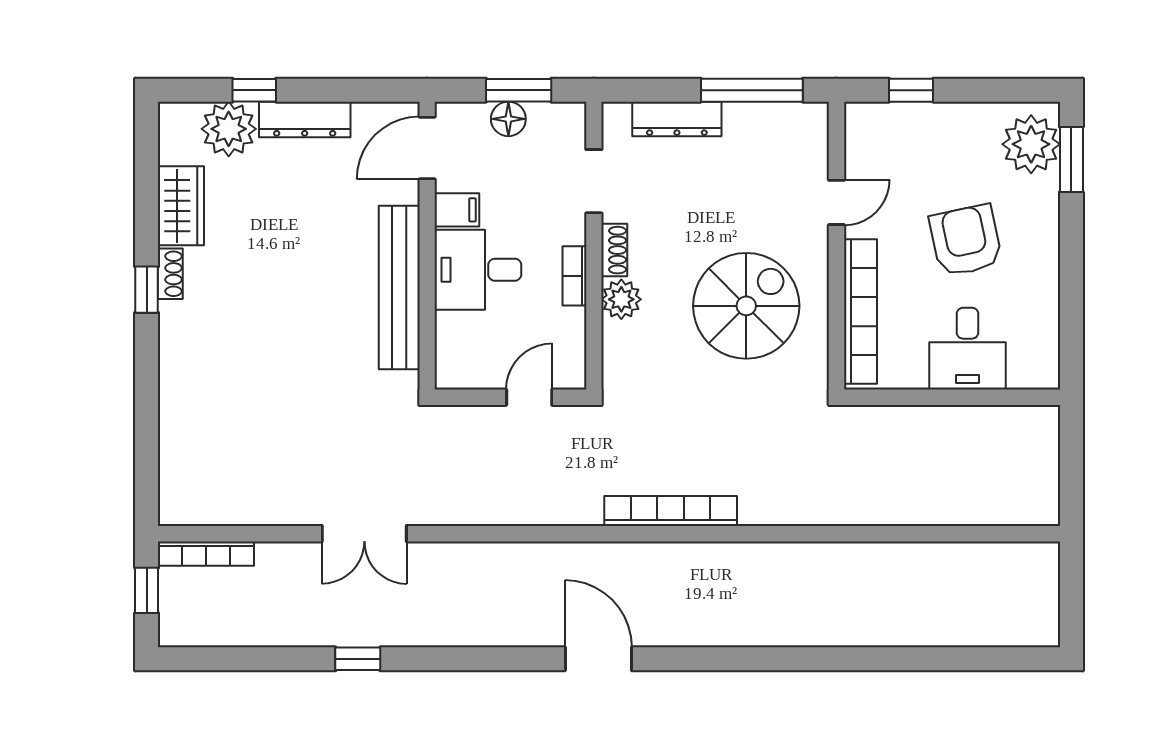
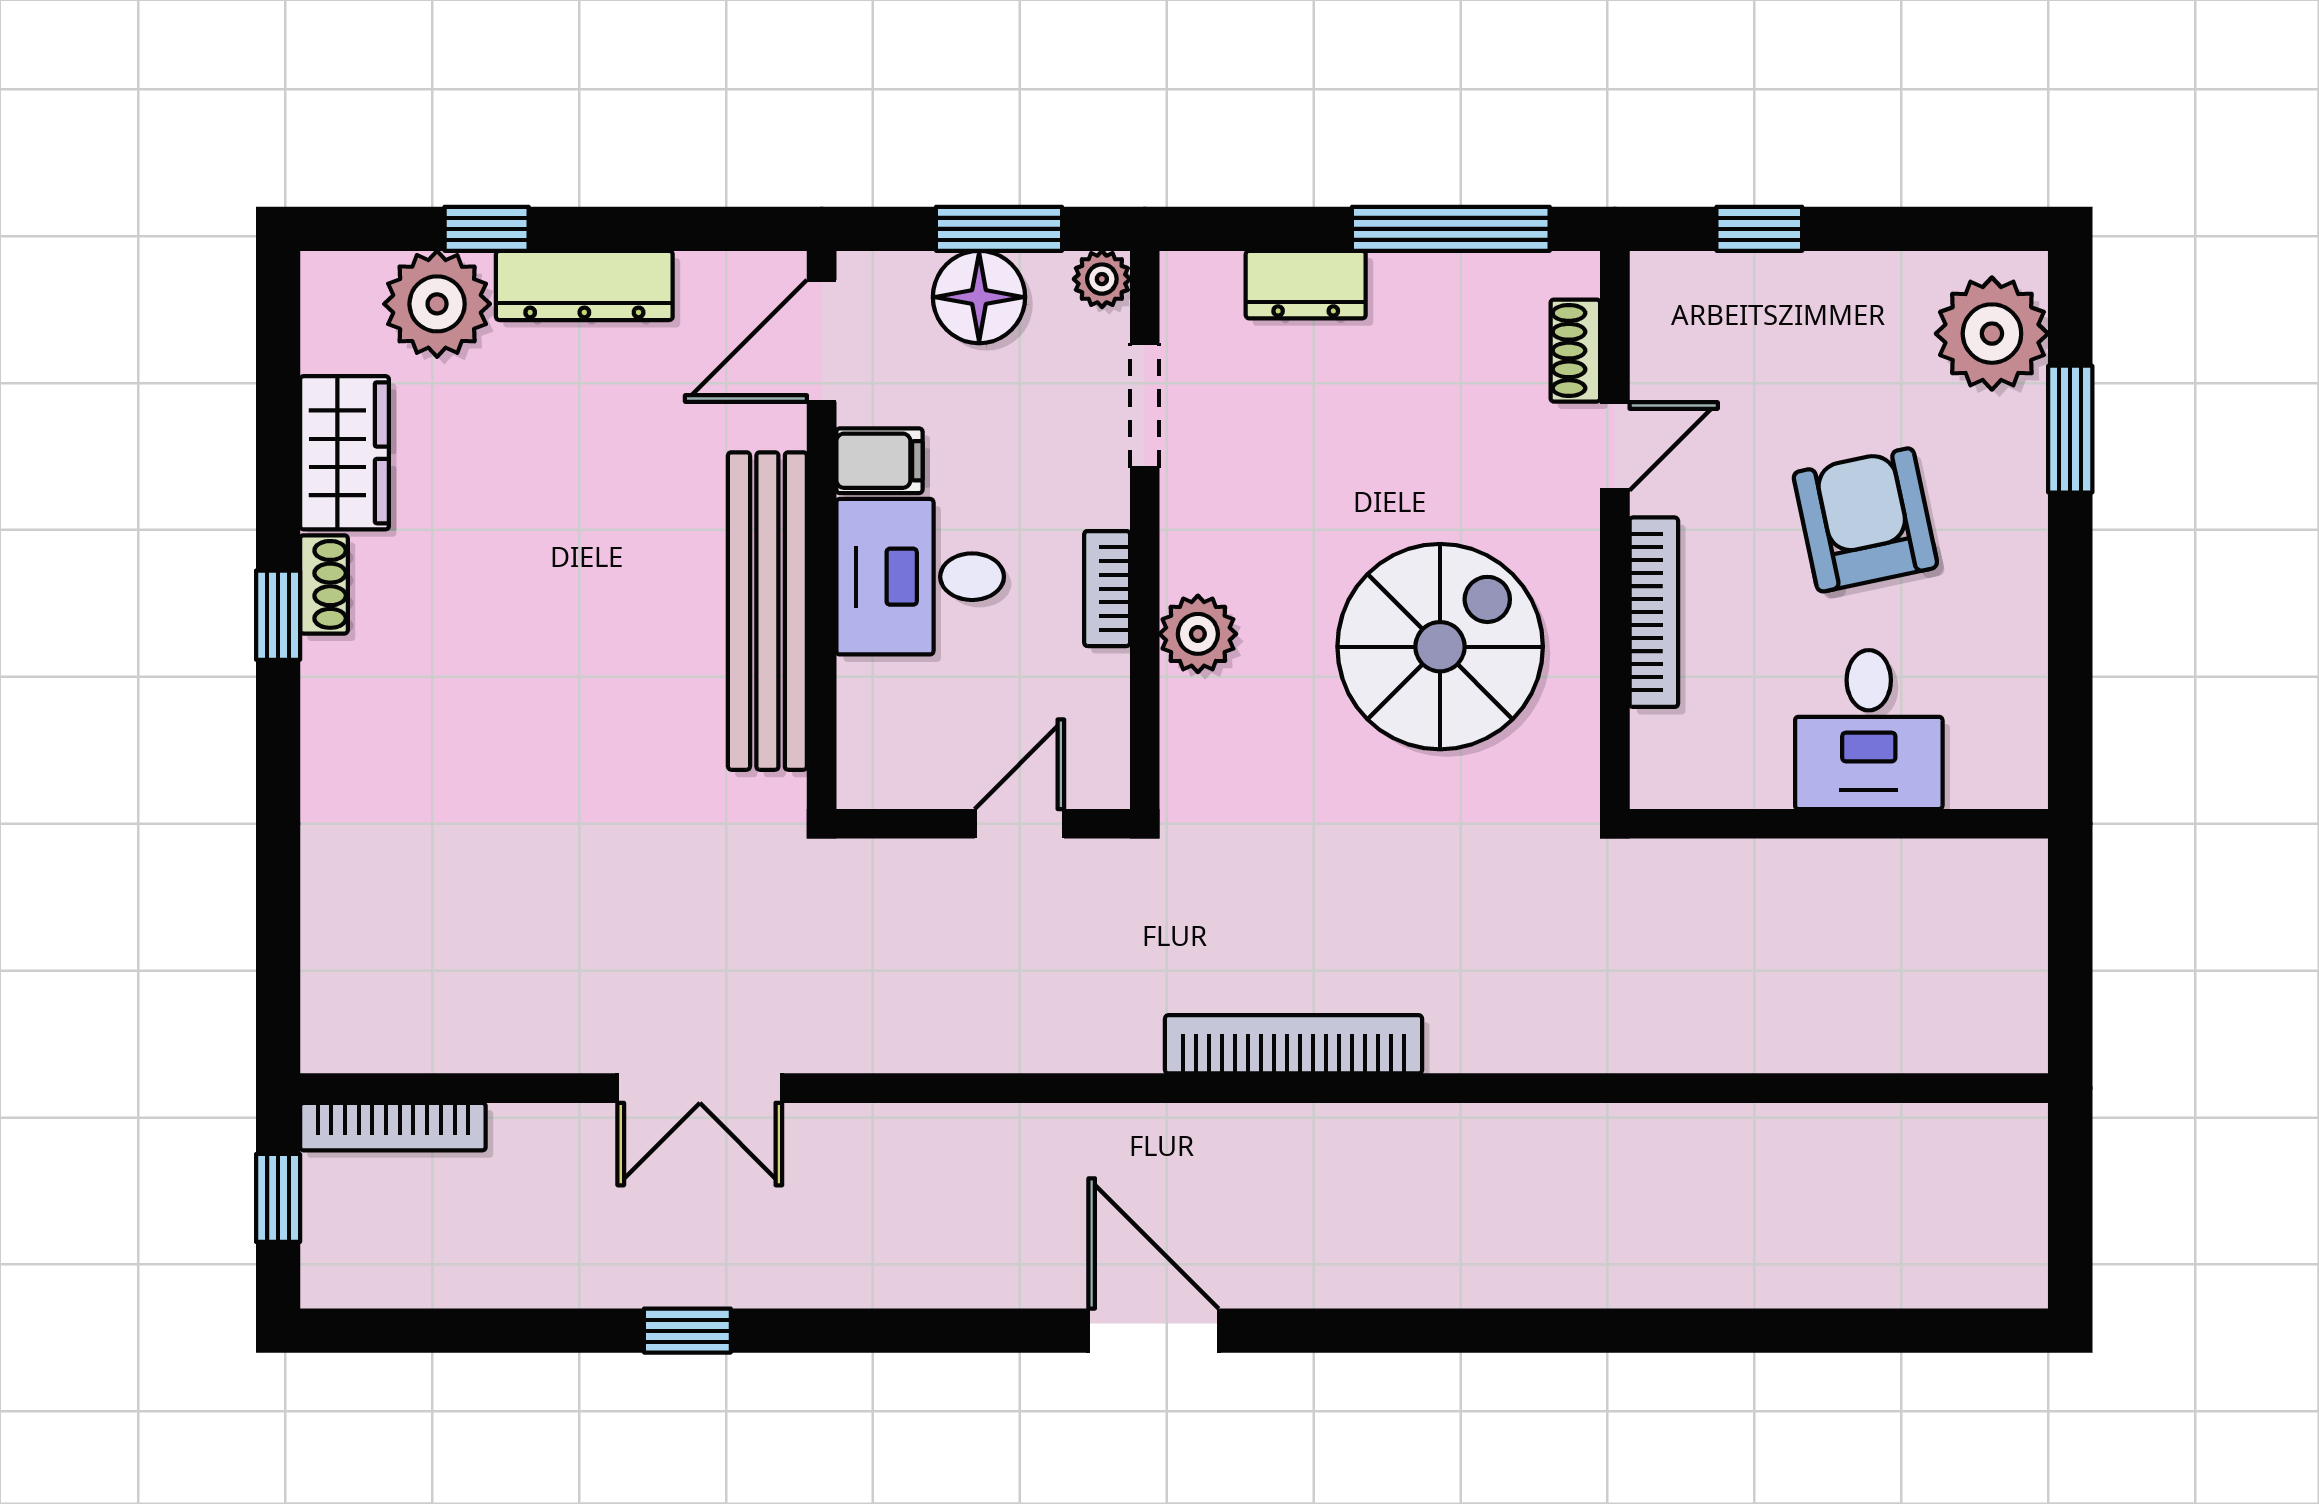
plant: (572, 116) -> (1102, 279), added
floor lamp: (508, 119) -> (979, 297), width x1.38, depth x1.38
dresser: (677, 119) -> (1306, 285), width x0.70
window: (1071, 160) -> (2070, 429), moved
shoe rack: (614, 250) -> (1575, 351), moved, turned 180
bookcase: (860, 312) -> (1654, 612), width x0.68, depth x0.76

